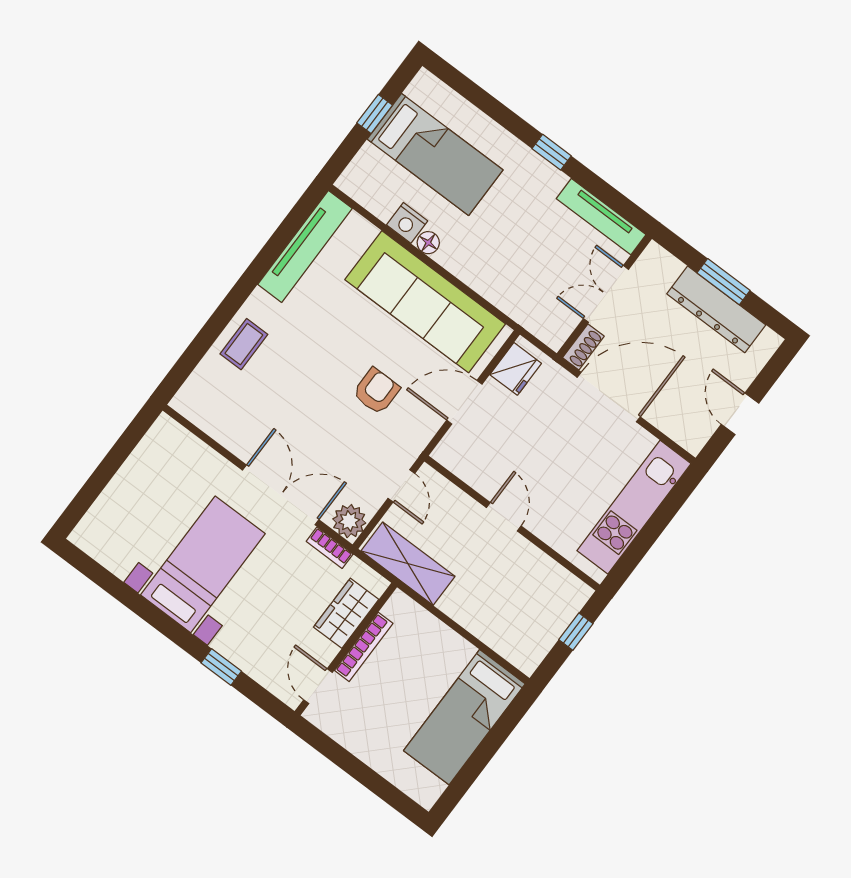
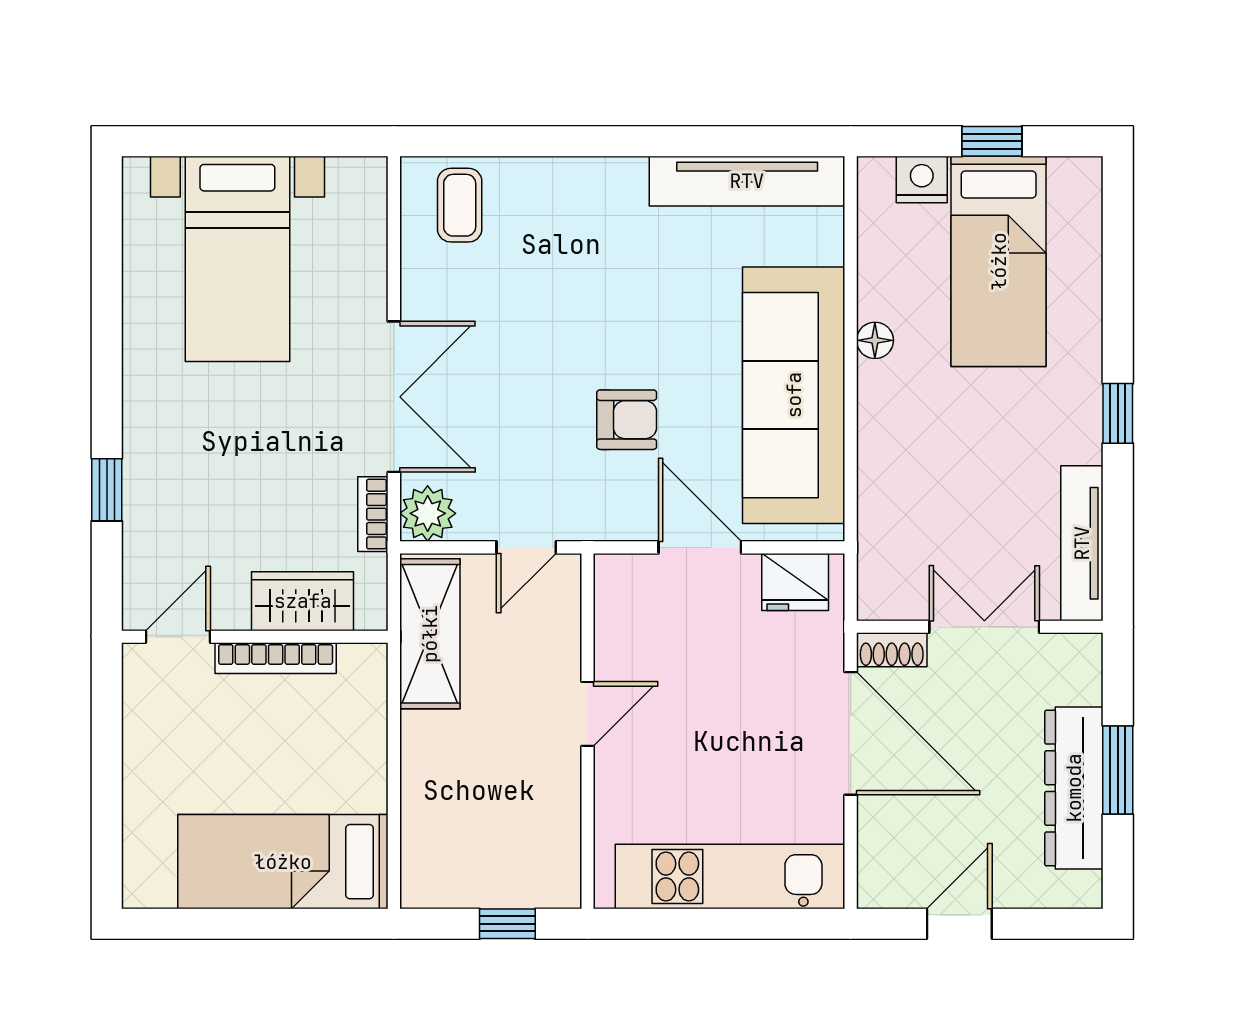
nightstand: (407, 223) -> (922, 179), moved, turned 90
coffee table: (244, 344) -> (460, 205), moved, turned 90
bed with nightstands: (203, 564) -> (237, 259), moved, turned 90

